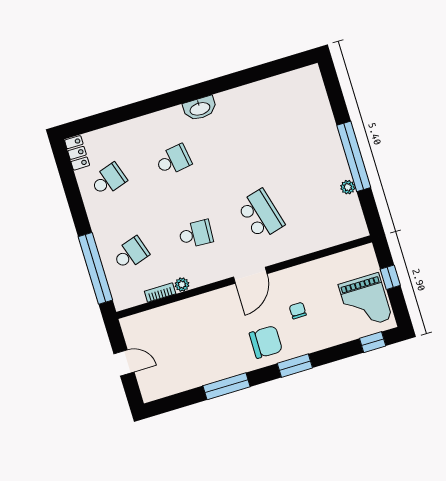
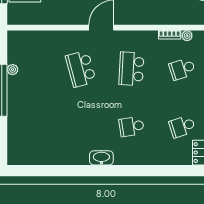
school desk: (196, 234) -> (131, 69), width x1.85
plant: (182, 285) -> (187, 36), moved

